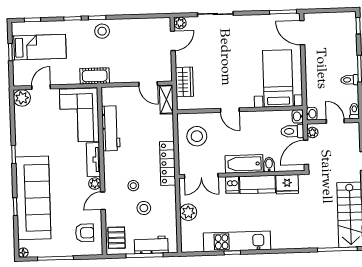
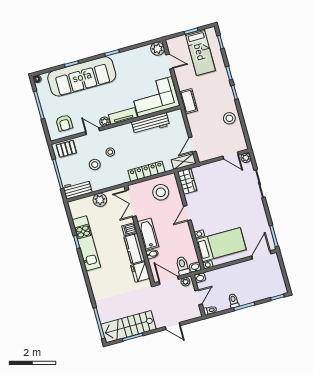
stool: (102, 31) -> (229, 118), moved
wardrobe: (184, 82) -> (187, 181), moved, turned -90
locker: (168, 163) -> (146, 171), moved
workbench: (151, 245) -> (77, 189), moved, turned -90

